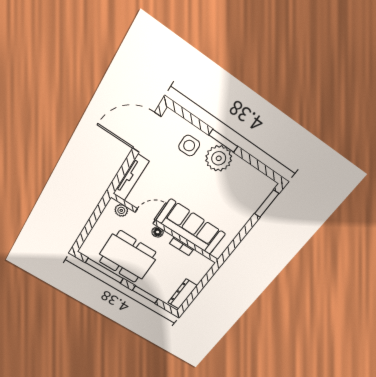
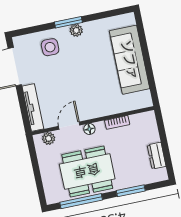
plant: (219, 158) -> (76, 30), width x0.53, depth x0.53
window: (267, 204) -> (141, 32), removed
sofa: (191, 227) -> (130, 60), moved, turned -90
dresser: (182, 294) -> (157, 156), width x0.70

